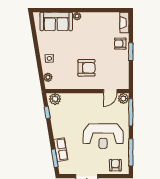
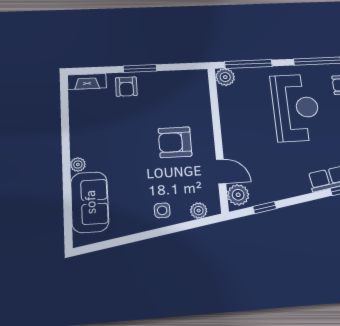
armchair: (86, 68) -> (175, 142), turned -90
door: (110, 91) -> (221, 171), moved

